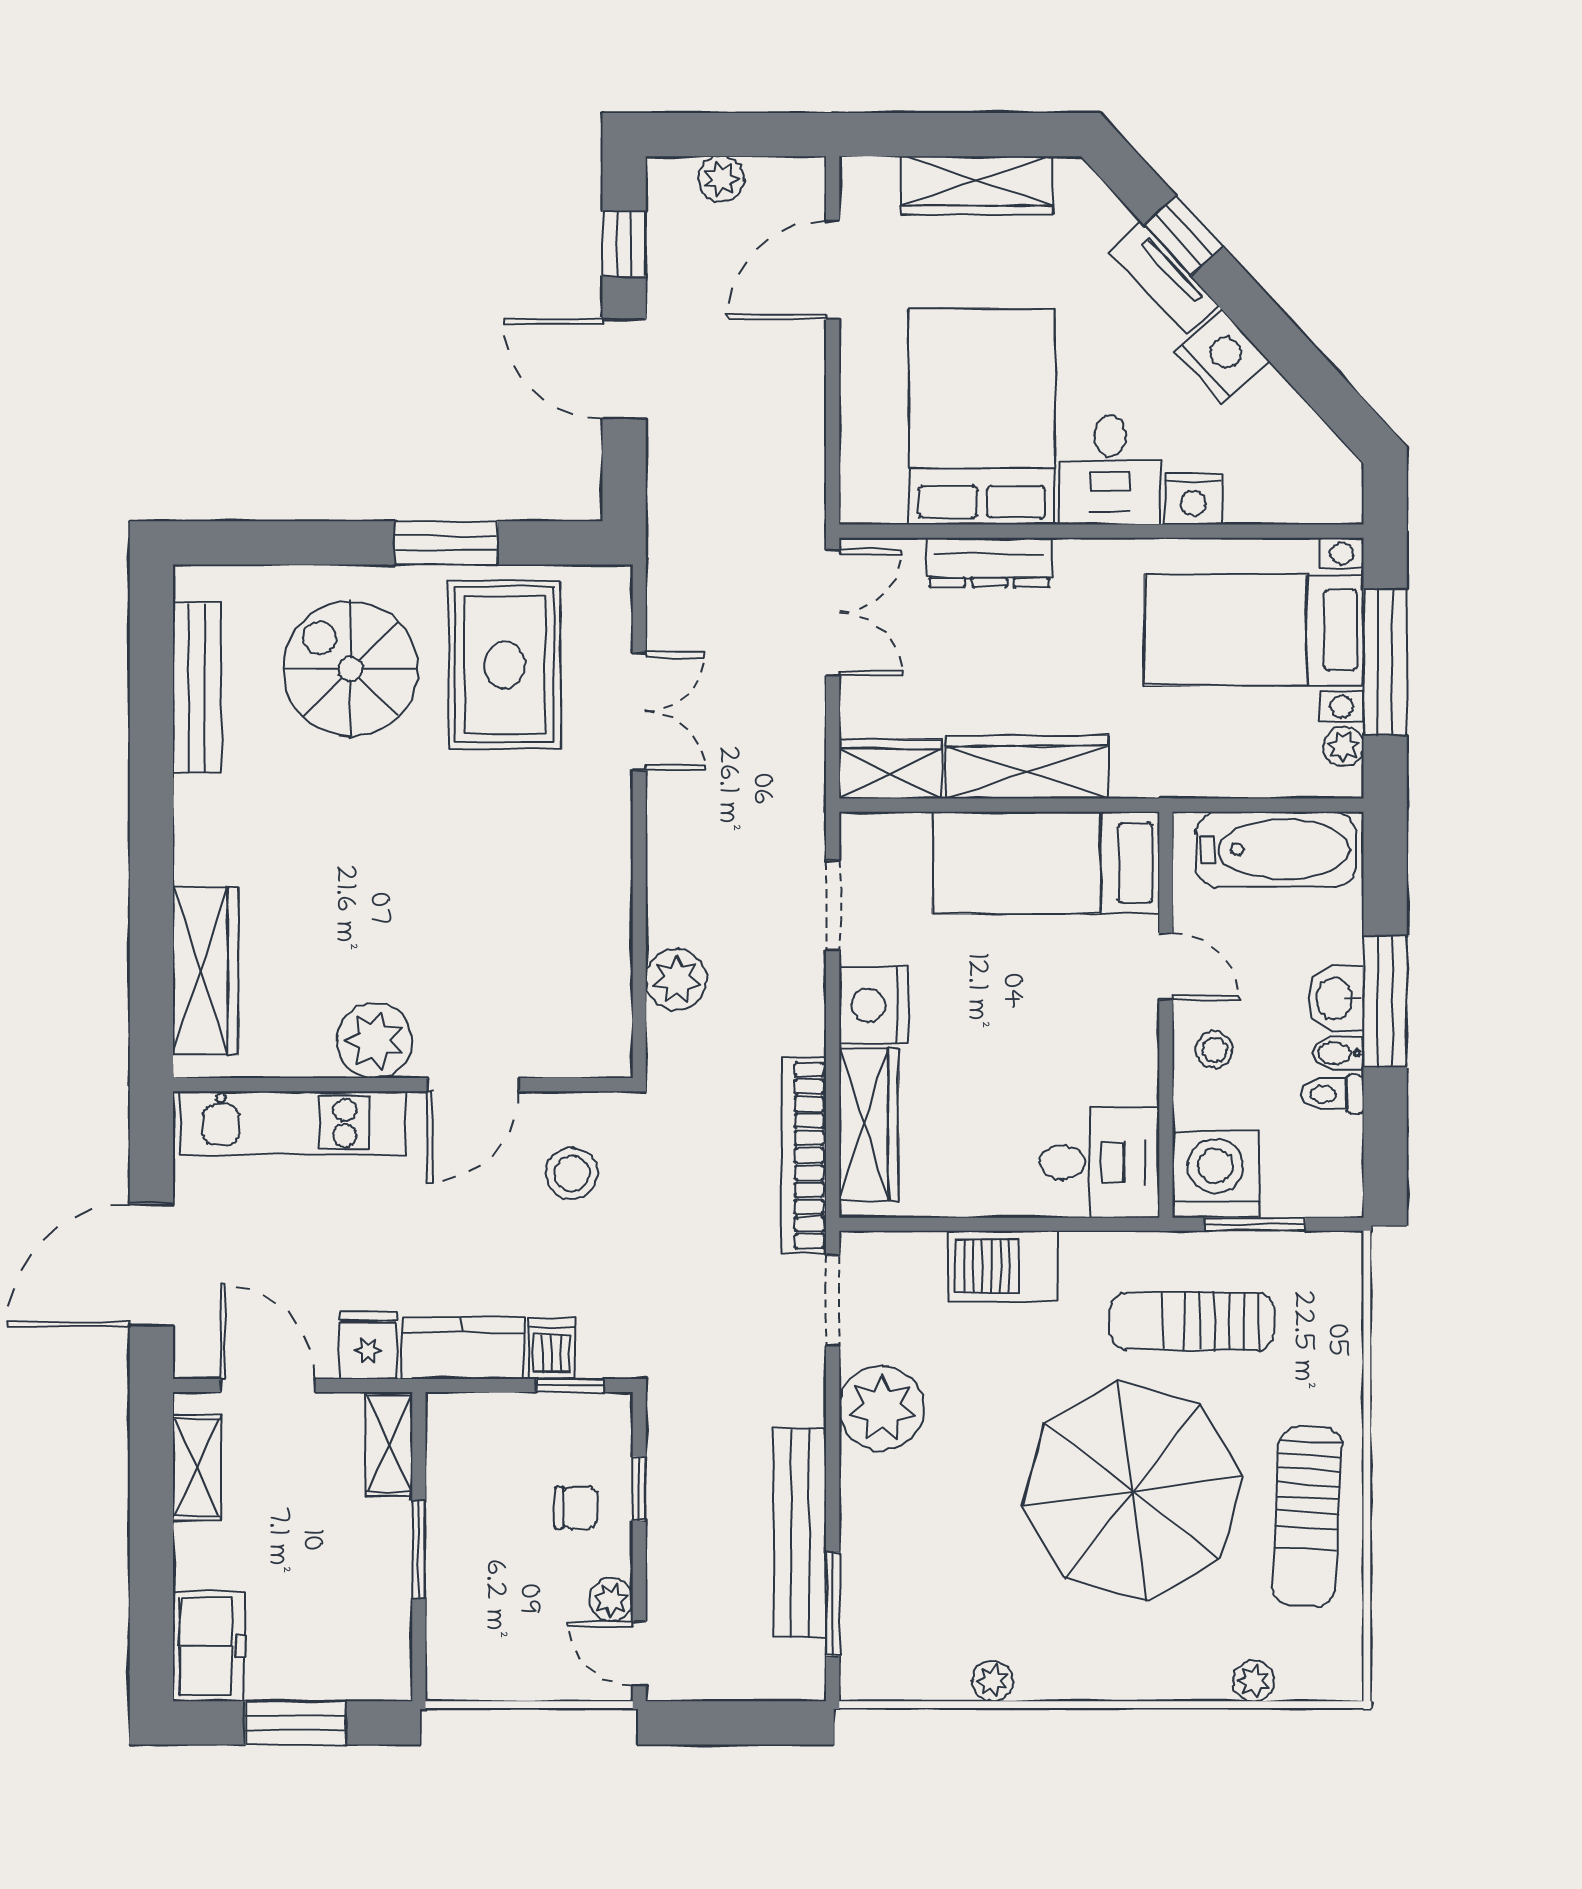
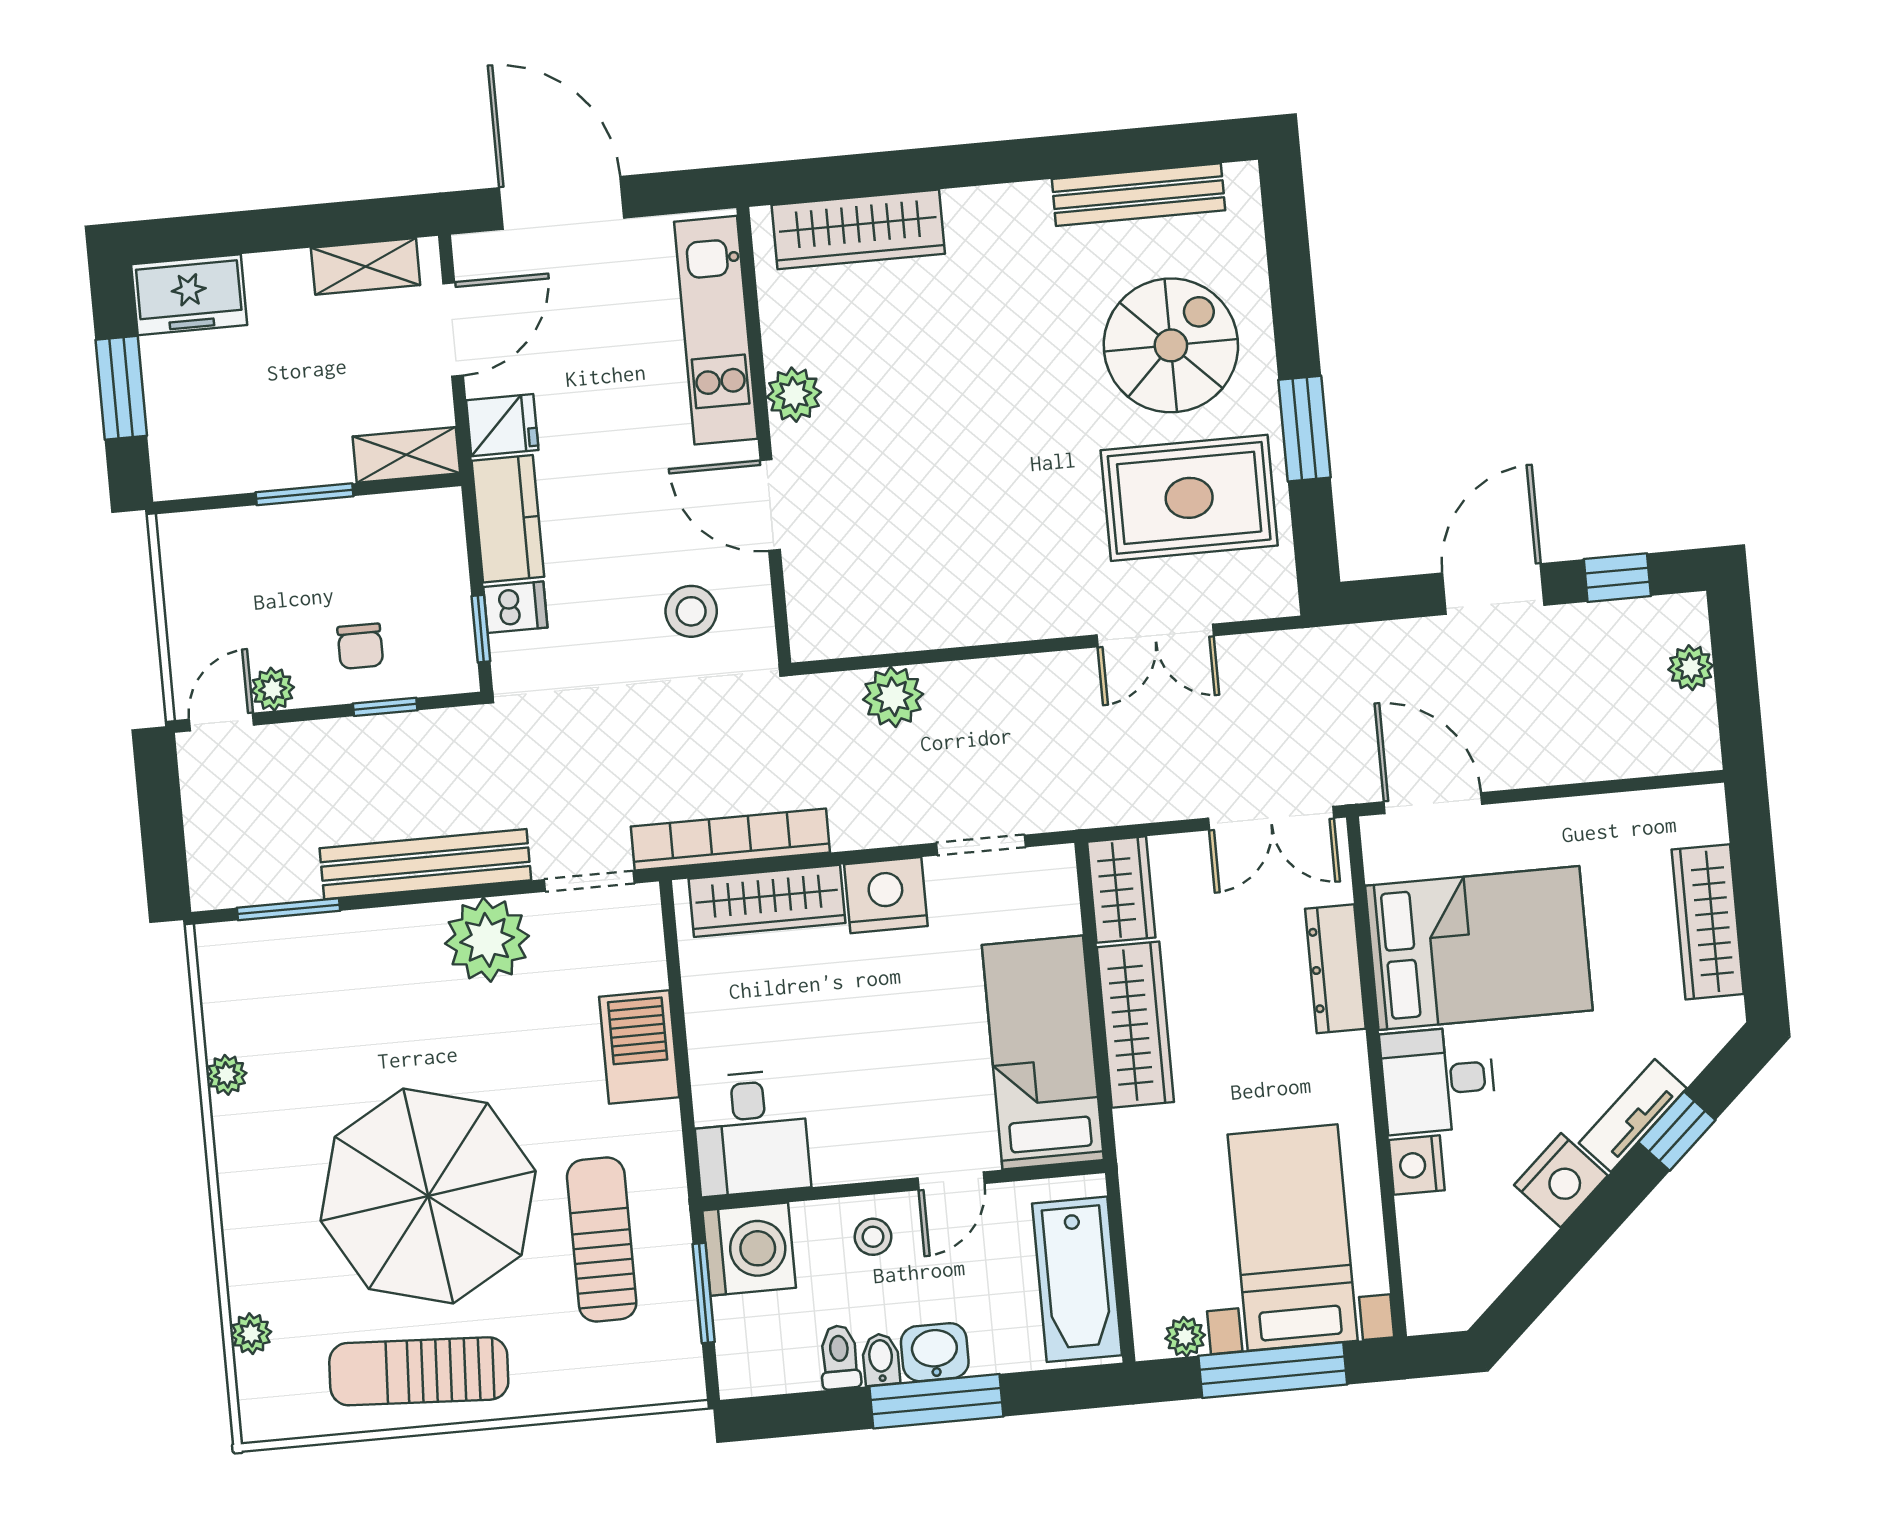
door: (833, 270) -> (1433, 803), moved
plant: (375, 1041) -> (794, 395), width x0.73, depth x0.73
bench: (800, 1533) -> (425, 864), moved

